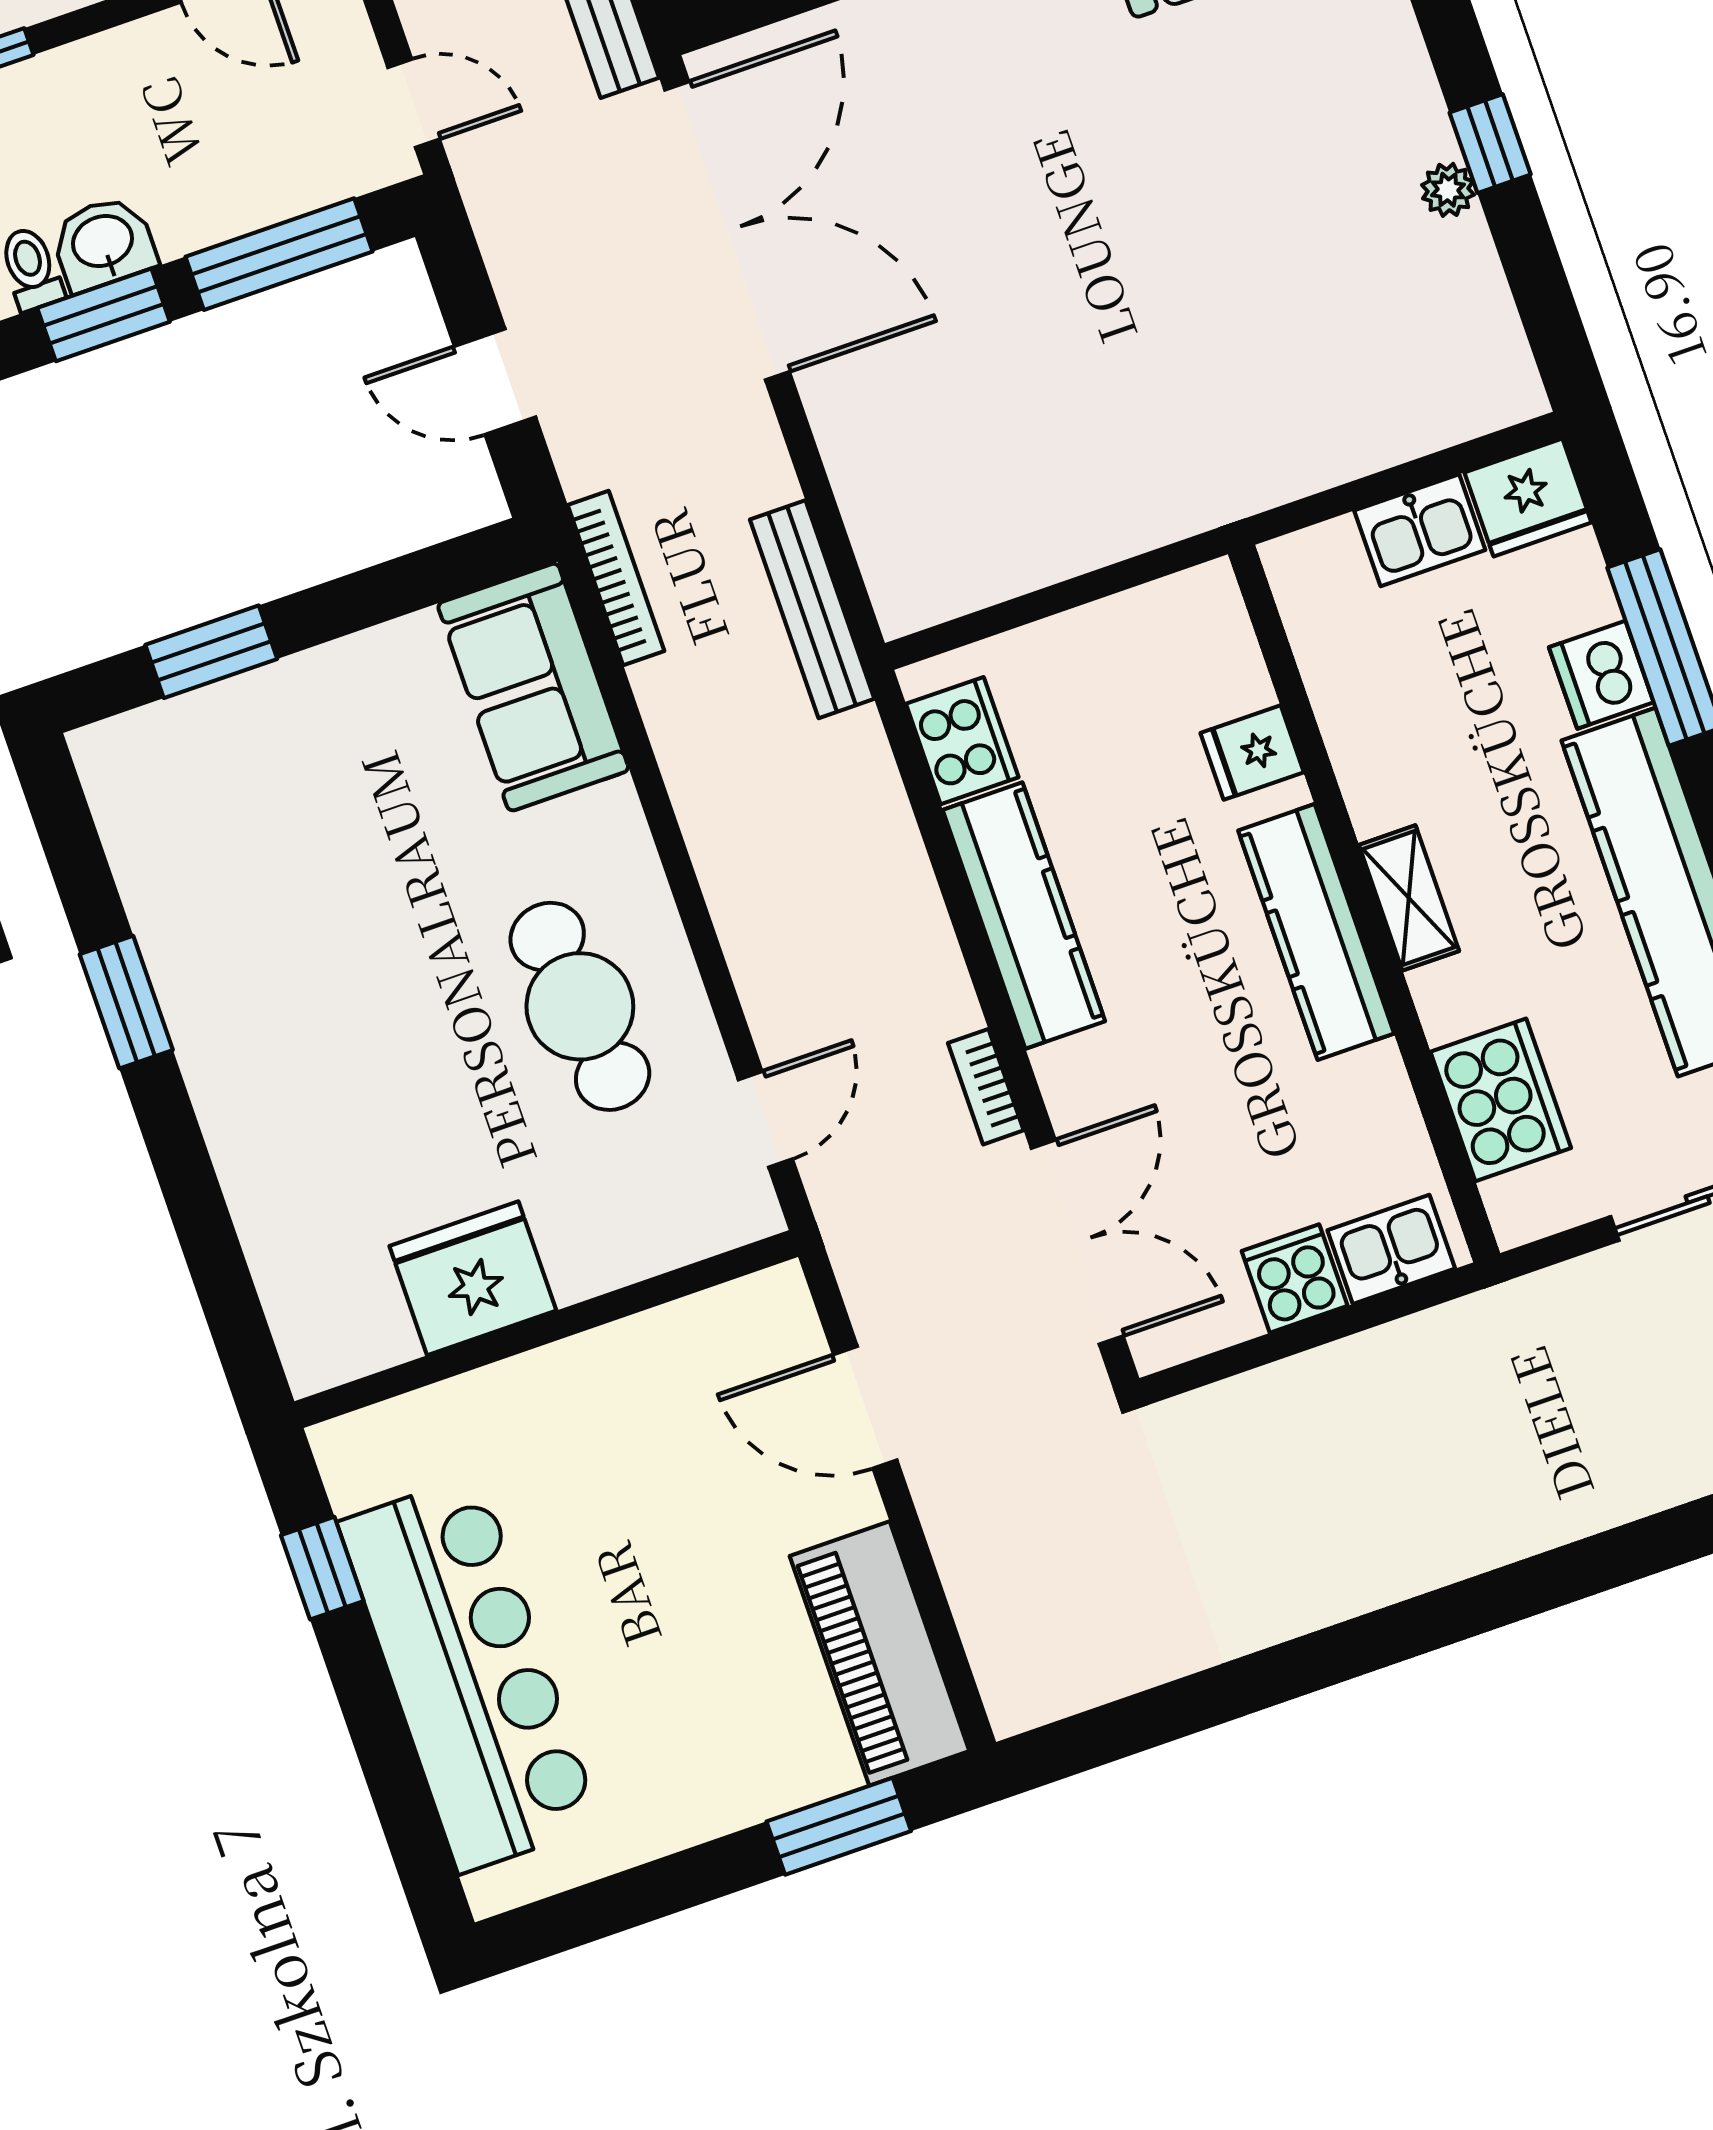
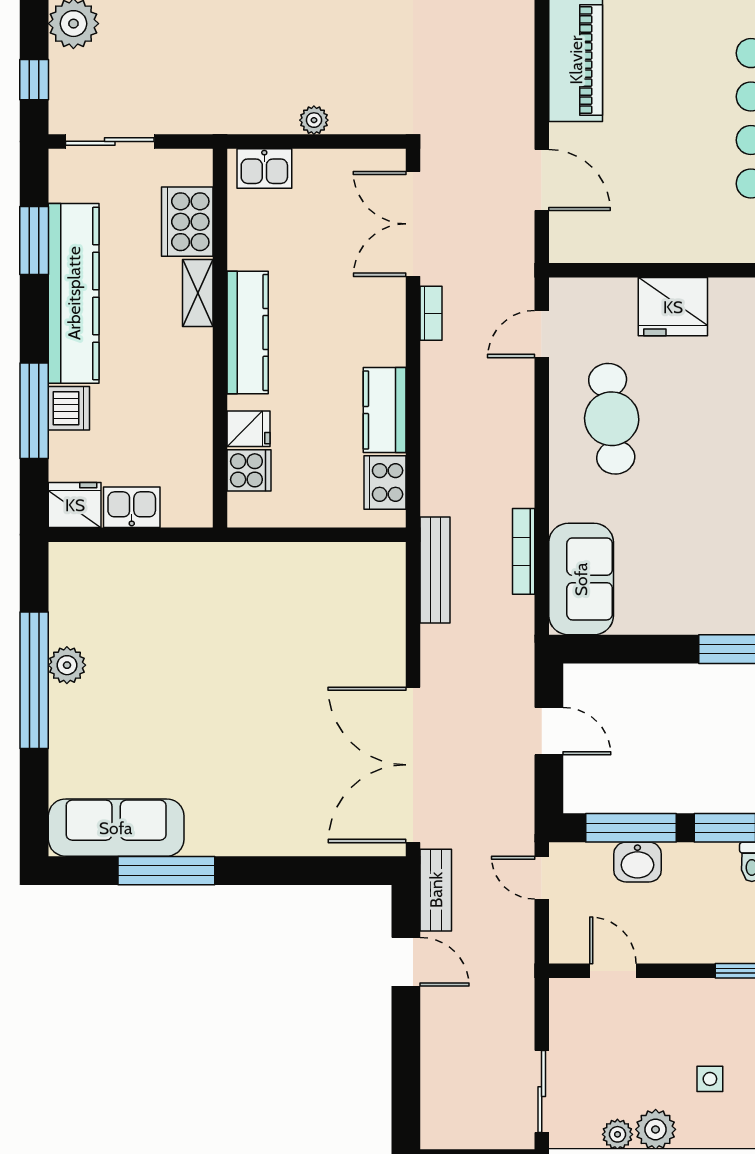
window: (1490, 144) -> (34, 680), width x3.17
plant: (1448, 190) -> (67, 665), width x1.38, depth x1.38
washbasin: (103, 243) -> (637, 862), moved
bookcase: (616, 578) -> (524, 551), moved
shelving: (1409, 898) -> (198, 293), moved
kitchen counter: (1024, 916) -> (385, 410), width x0.67
fridge: (473, 1278) -> (673, 307), moved
cooker: (1295, 1278) -> (249, 470), moved, turned -90
plant: (1330, 1372) -> (314, 120), added

